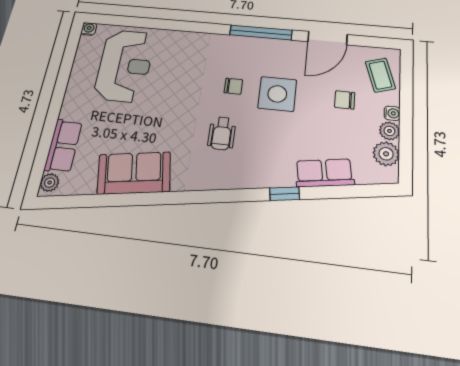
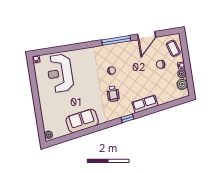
reception desk: (125, 65) -> (60, 73), turned 180
side table: (277, 94) -> (131, 69), removed
row of seats: (63, 146) -> (48, 118), removed
row of seats: (324, 173) -> (145, 104), moved
window: (285, 194) -> (127, 118), moved

